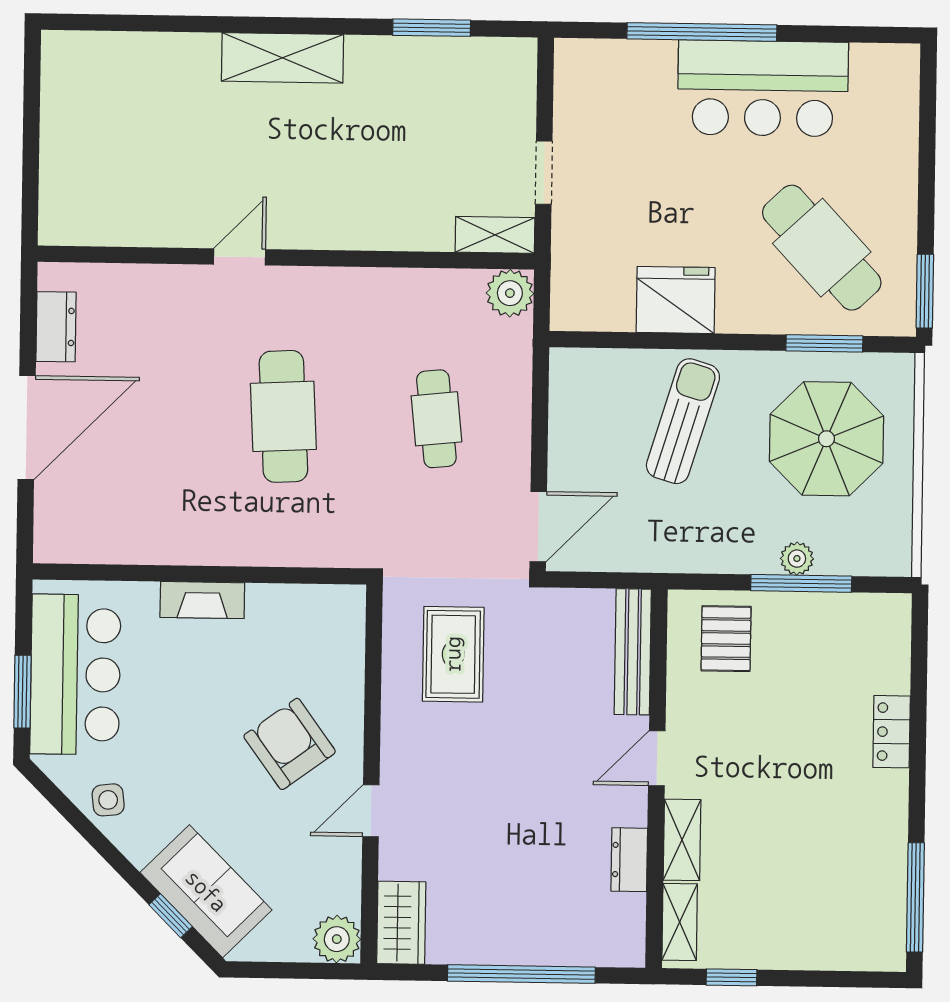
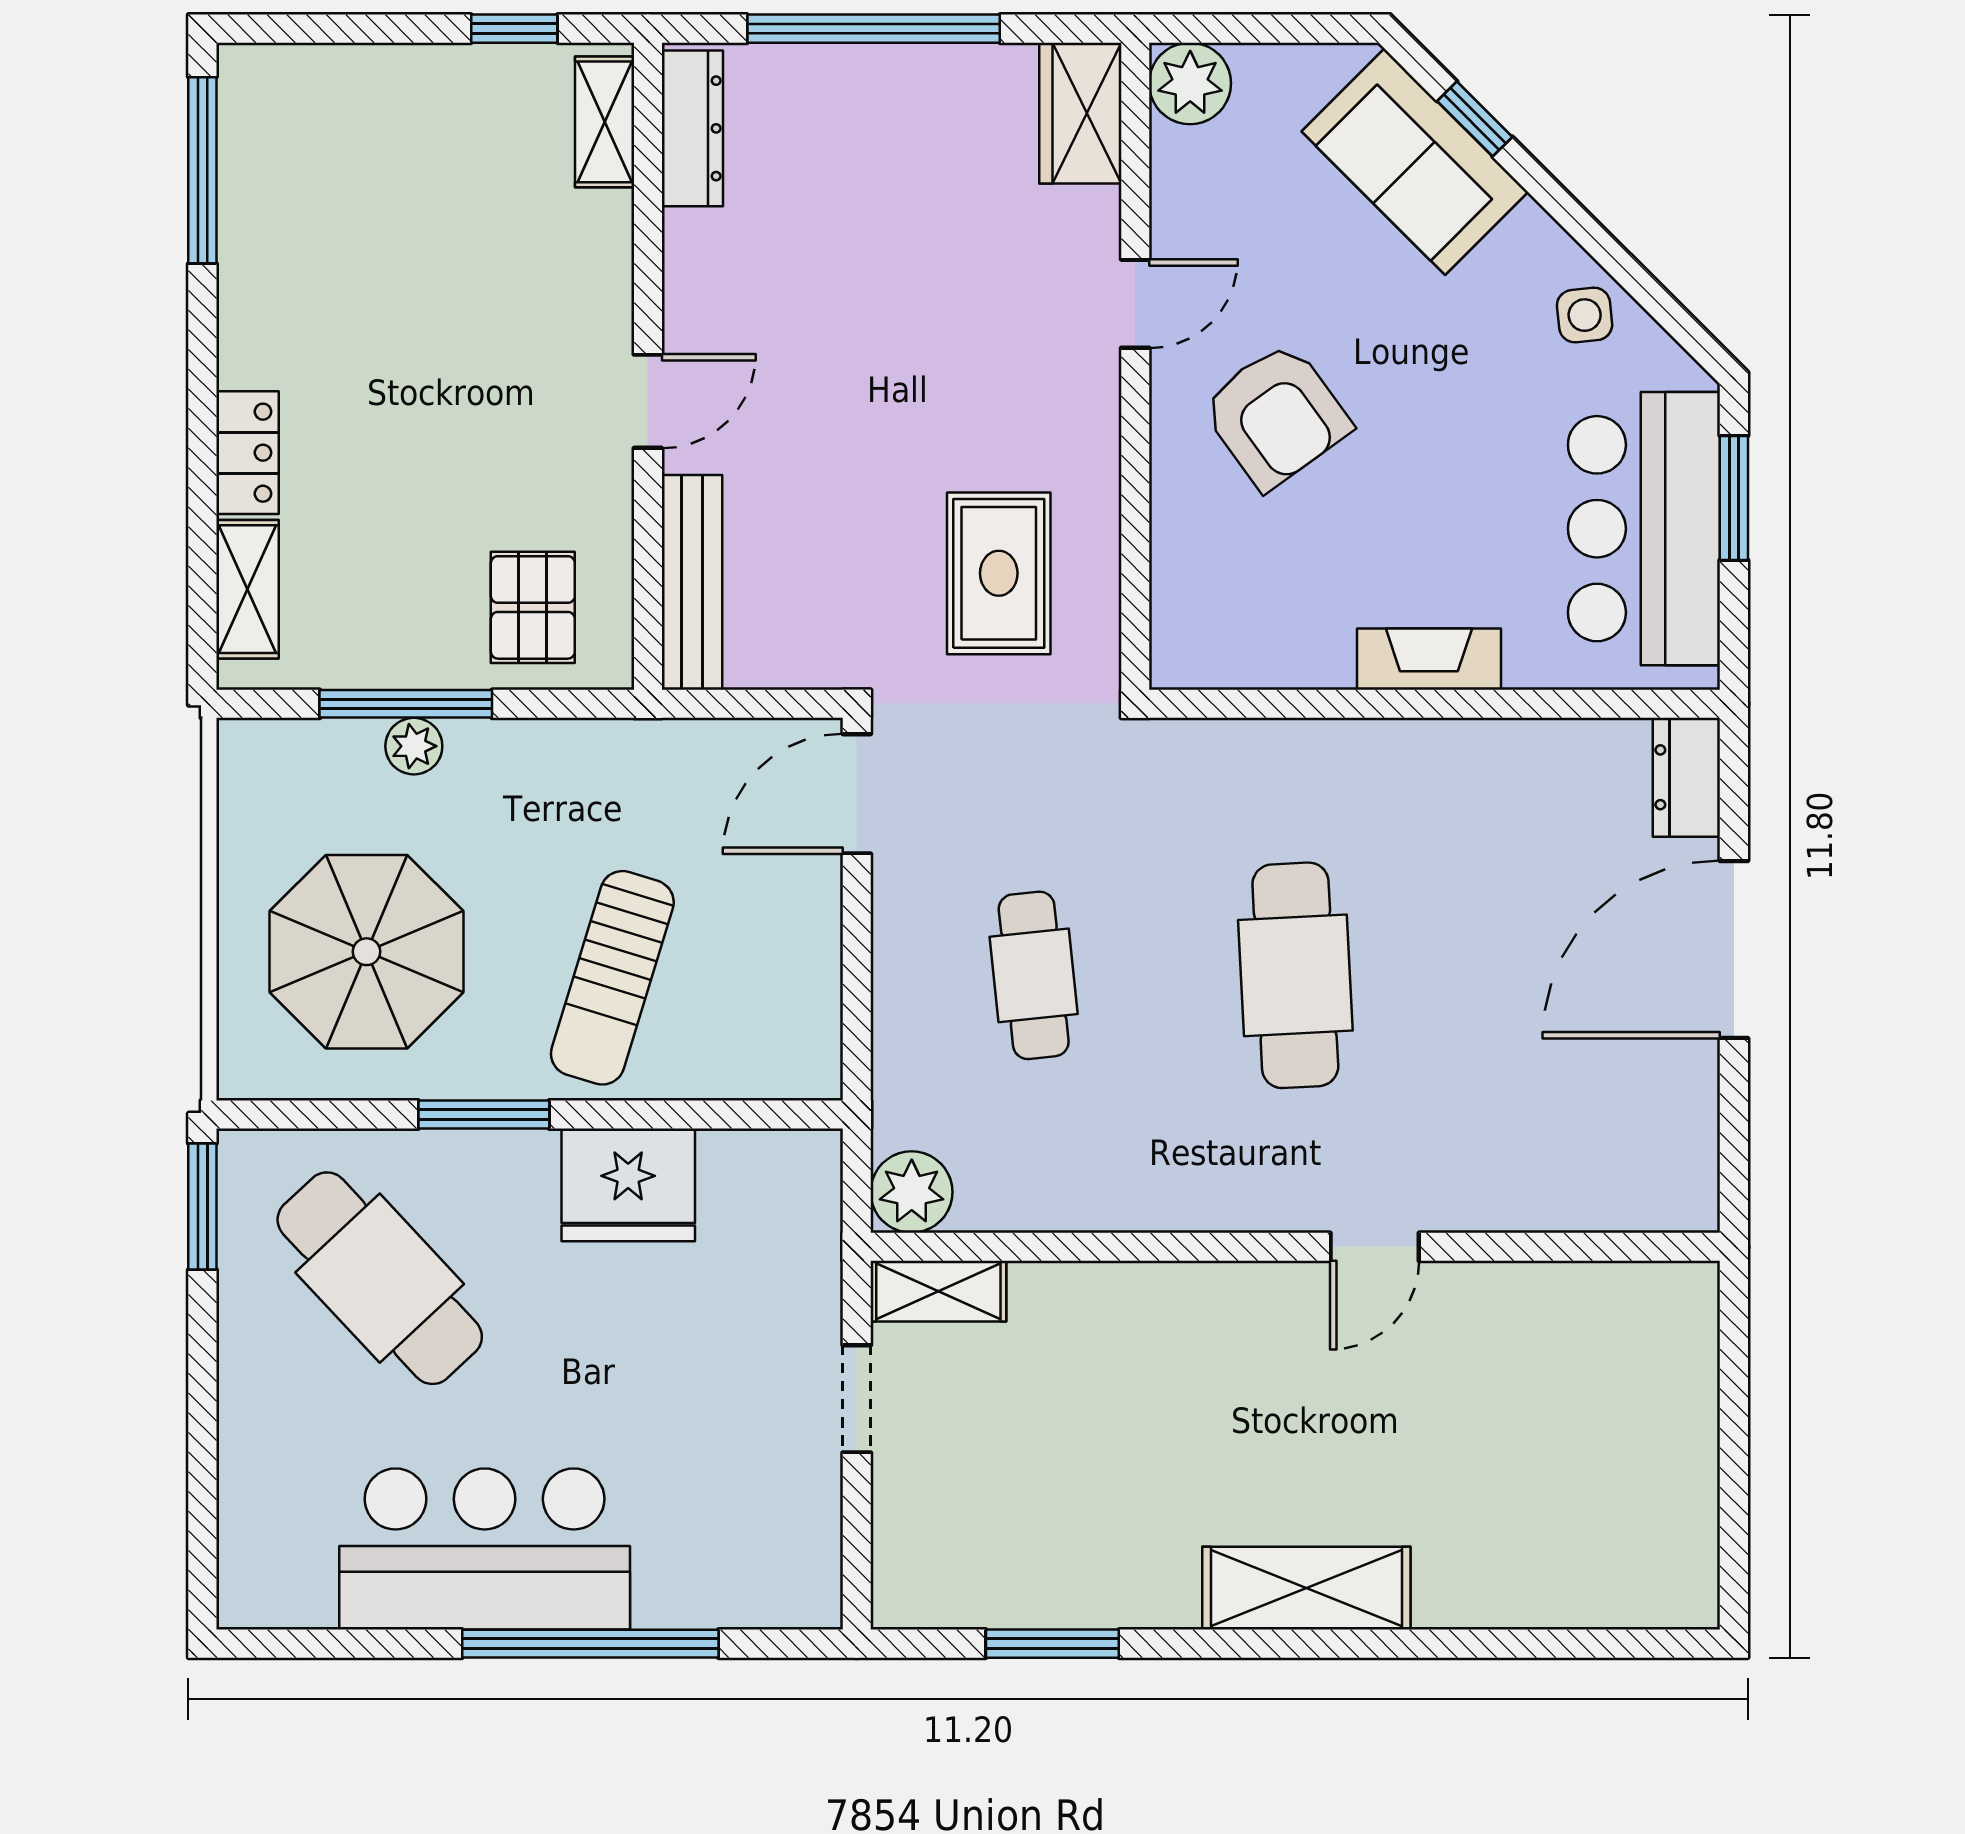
dresser: (56, 327) -> (1686, 777), moved
window: (824, 343) -> (484, 1115), moved
shelving: (682, 840) -> (248, 589), moved
dresser: (629, 860) -> (692, 128), moved, width x1.44

